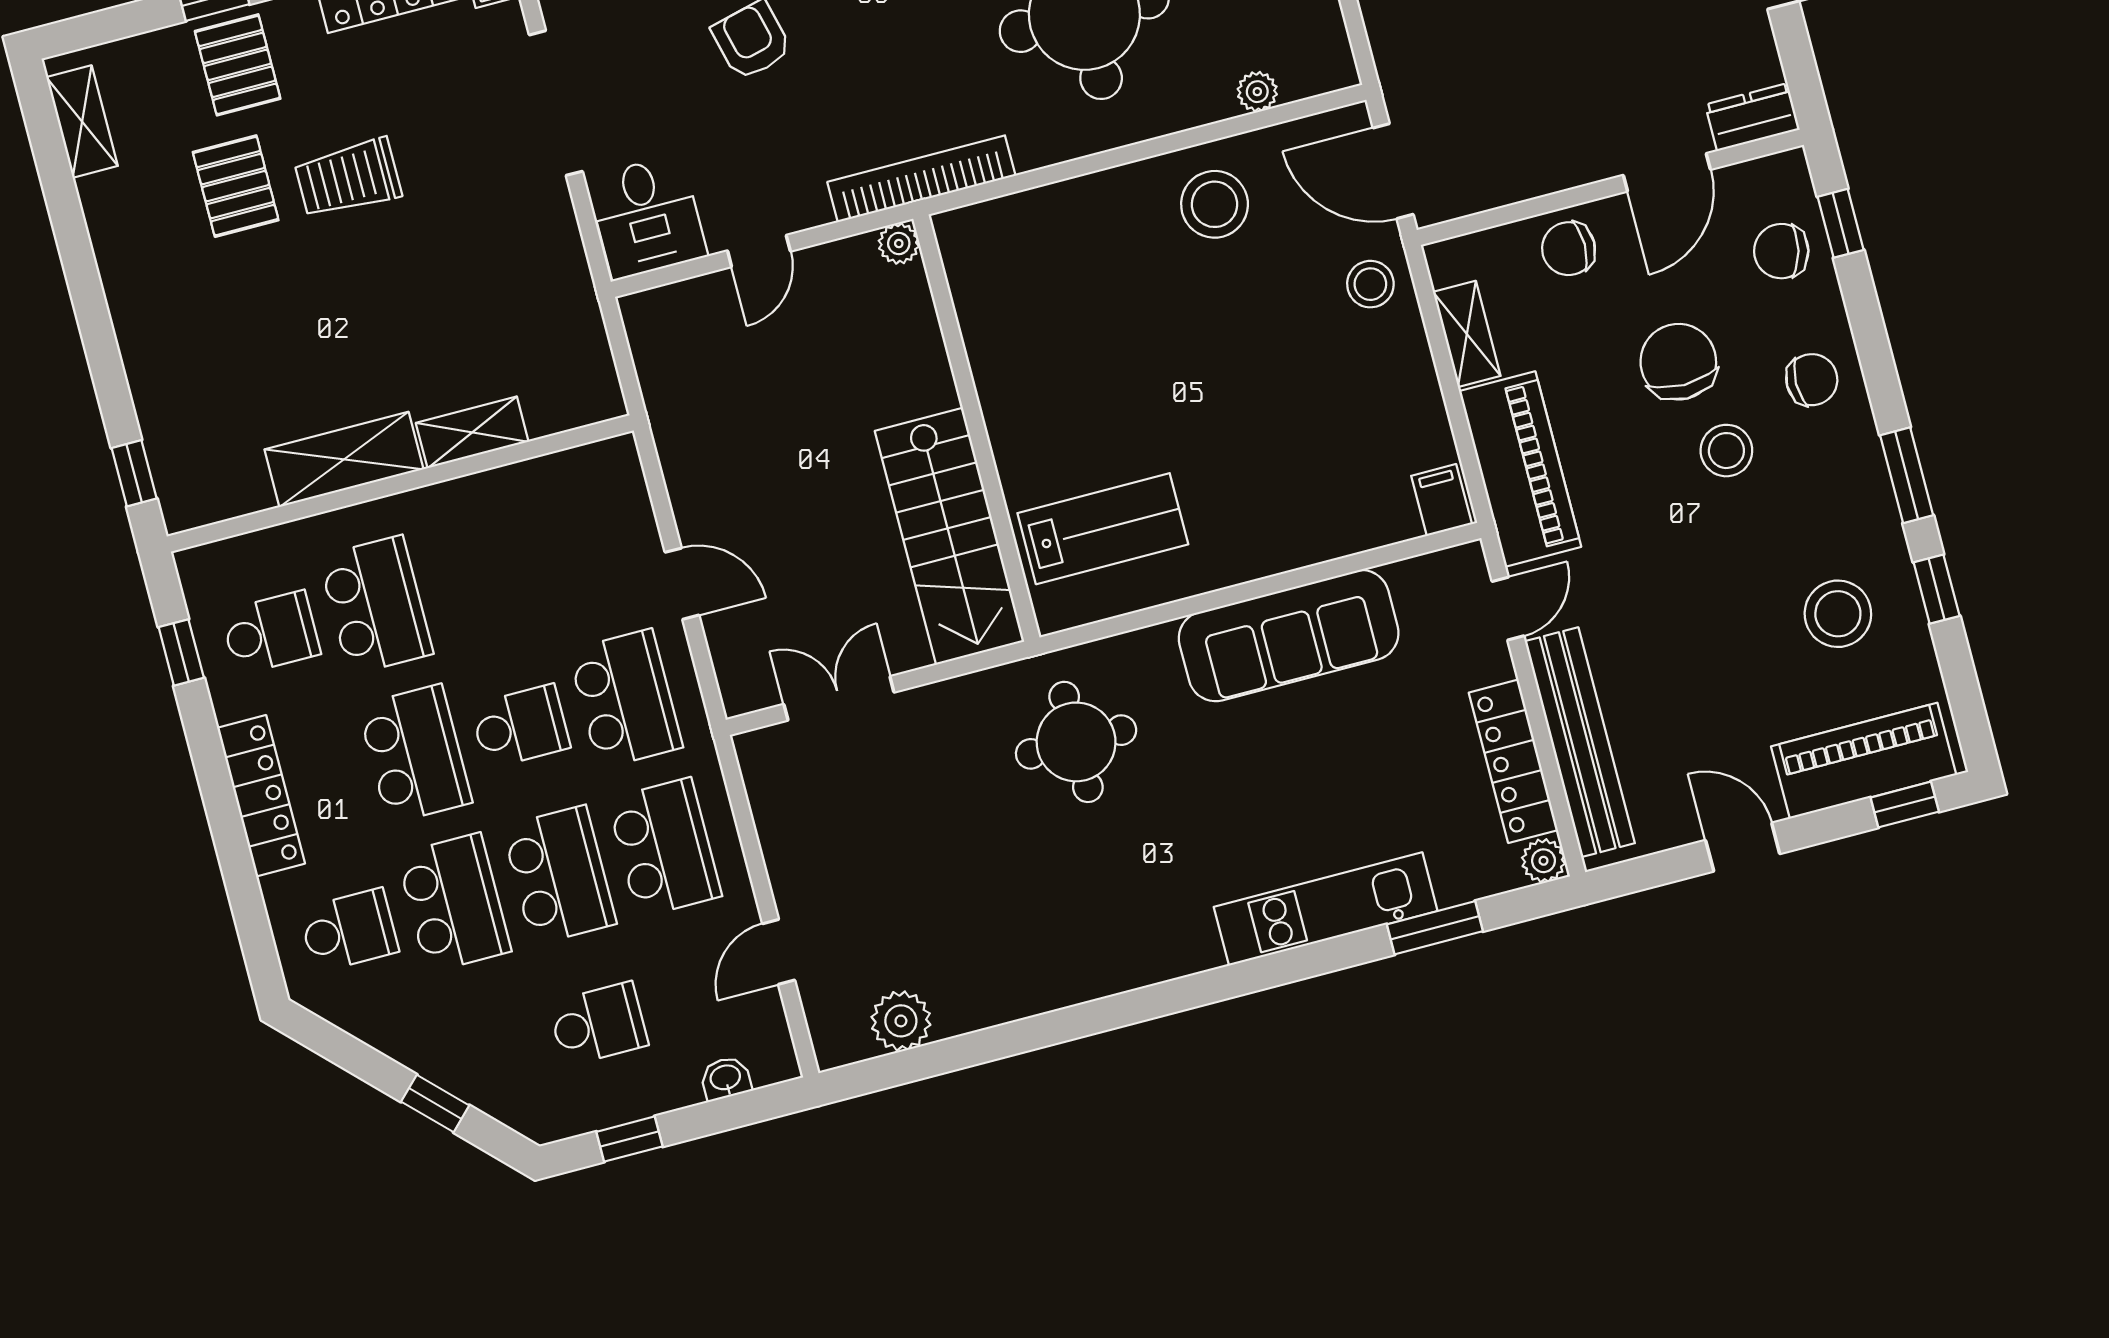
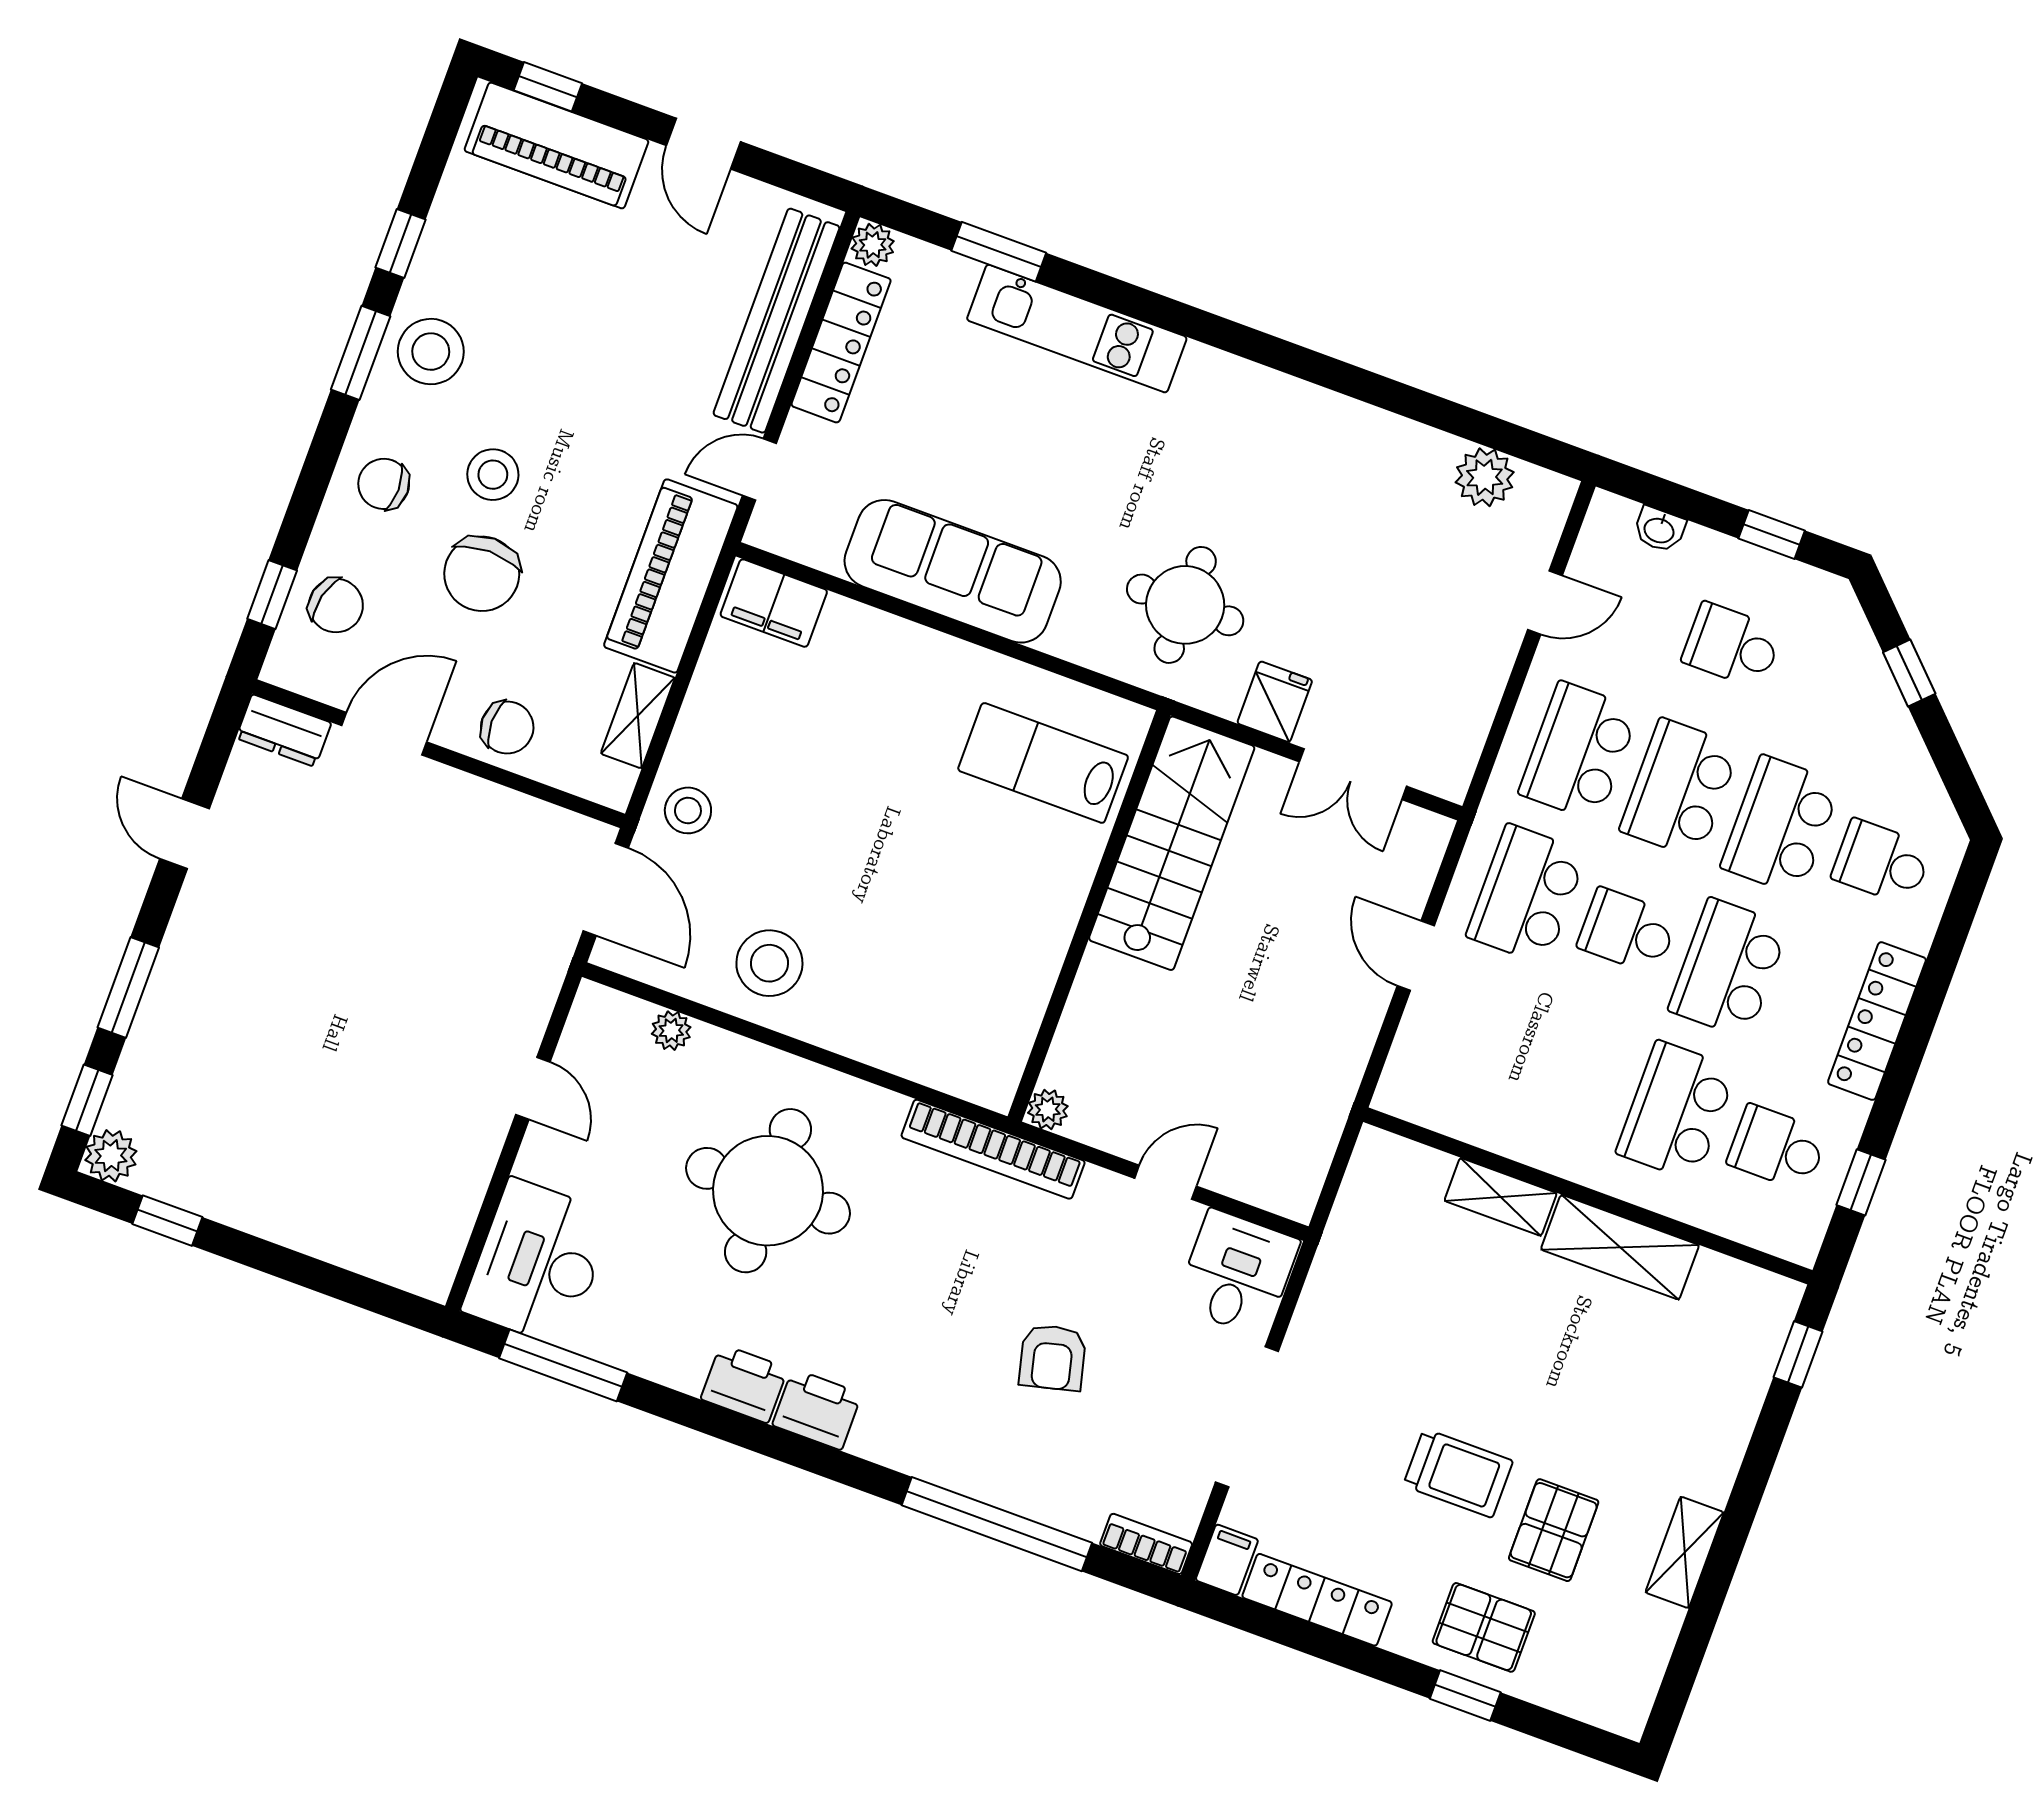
pallet: (238, 65) -> (1484, 1627), turned 90
shelving: (82, 122) -> (1685, 1552), moved
filing cabinet: (1442, 500) -> (774, 603), width x2.00
stool: (1838, 614) -> (431, 352), moved
fridge: (946, 713) -> (1275, 702), added

